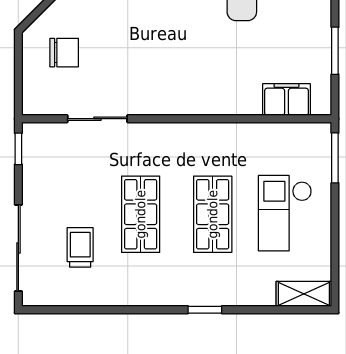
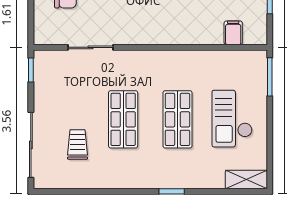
filing cabinet: (286, 100) -> (233, 33), width x0.50

